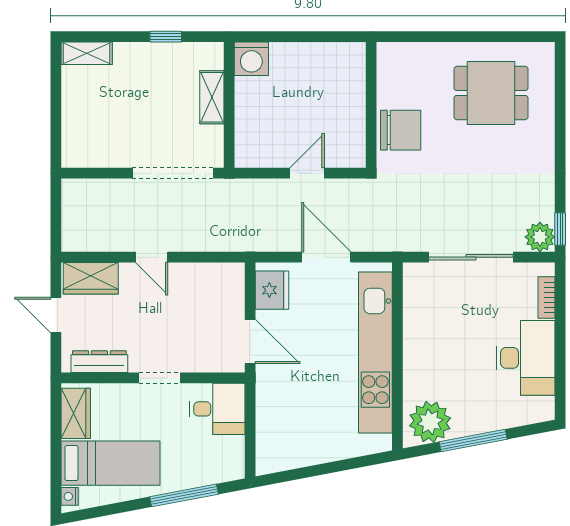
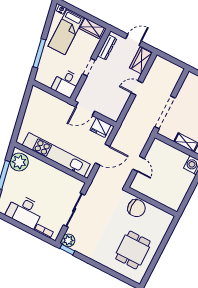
chair: (401, 130) -> (136, 208), turned -90

